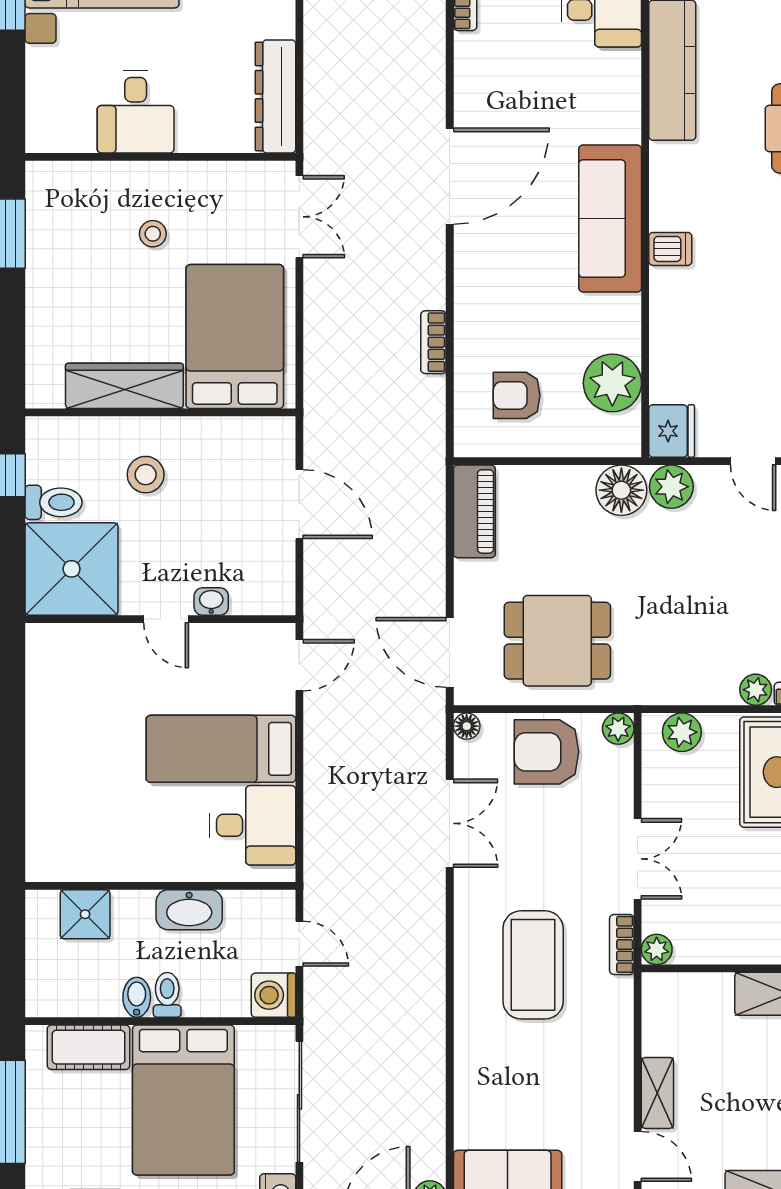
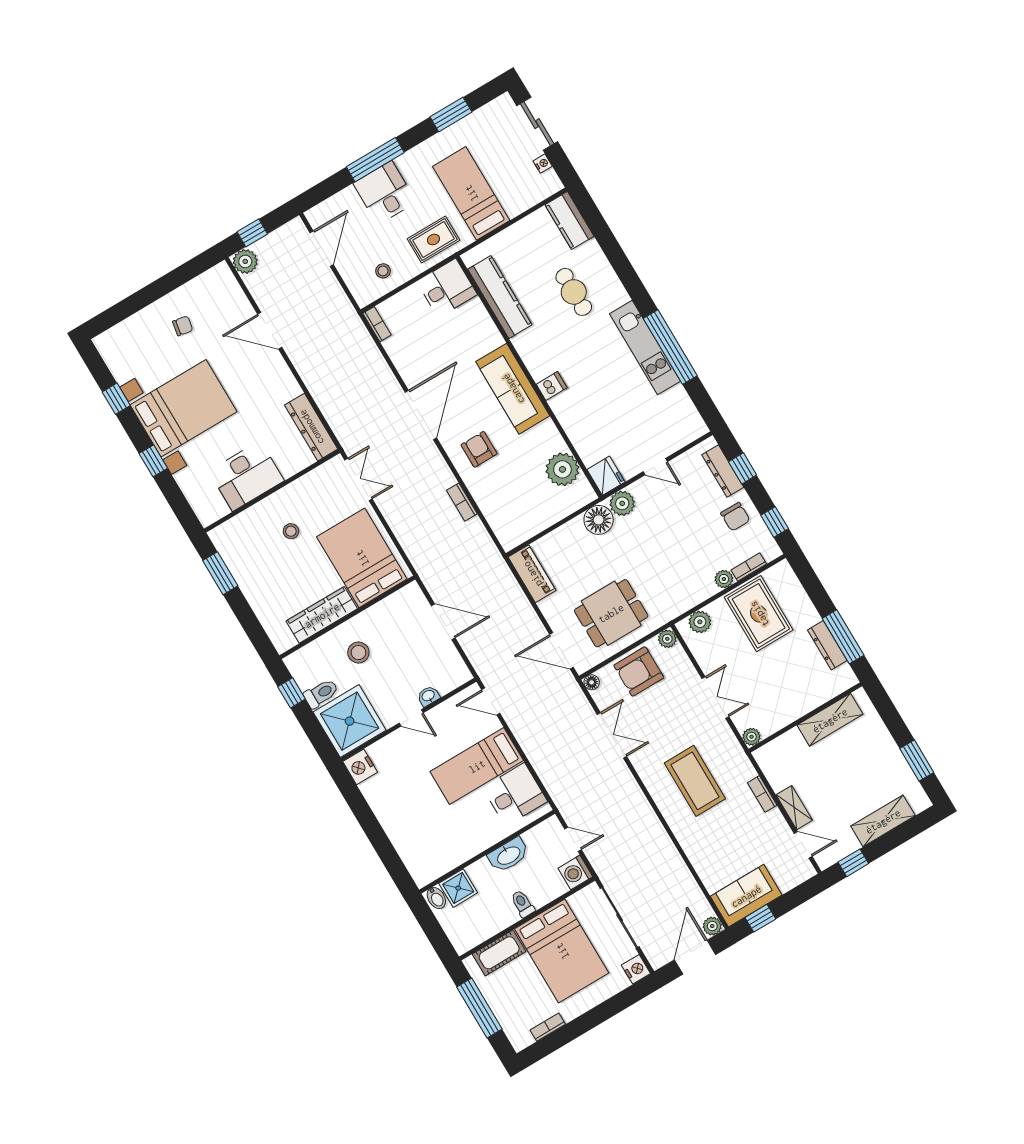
desk: (136, 112) -> (246, 476), width x1.37
armchair: (517, 395) -> (479, 449), moved, turned 90
nightstand: (46, 647) -> (360, 767), added
door: (299, 665) -> (491, 701), swing flipped
bookcase: (622, 944) -> (762, 794), moved
bidet: (137, 997) -> (436, 898), moved, turned 180

